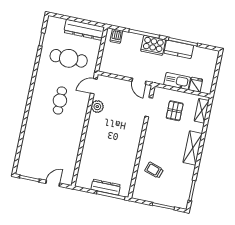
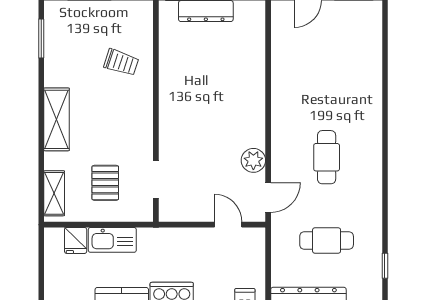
cafe table: (69, 58) -> (327, 241), width x0.73, depth x0.74
door: (139, 81) -> (228, 225), moved

